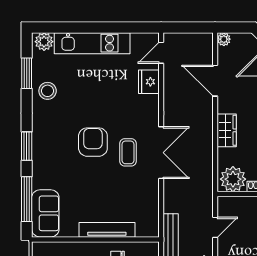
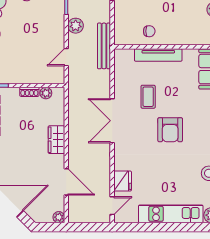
coffee table: (128, 152) -> (148, 97), moved
plant: (233, 179) -> (46, 93), width x0.53, depth x0.53

